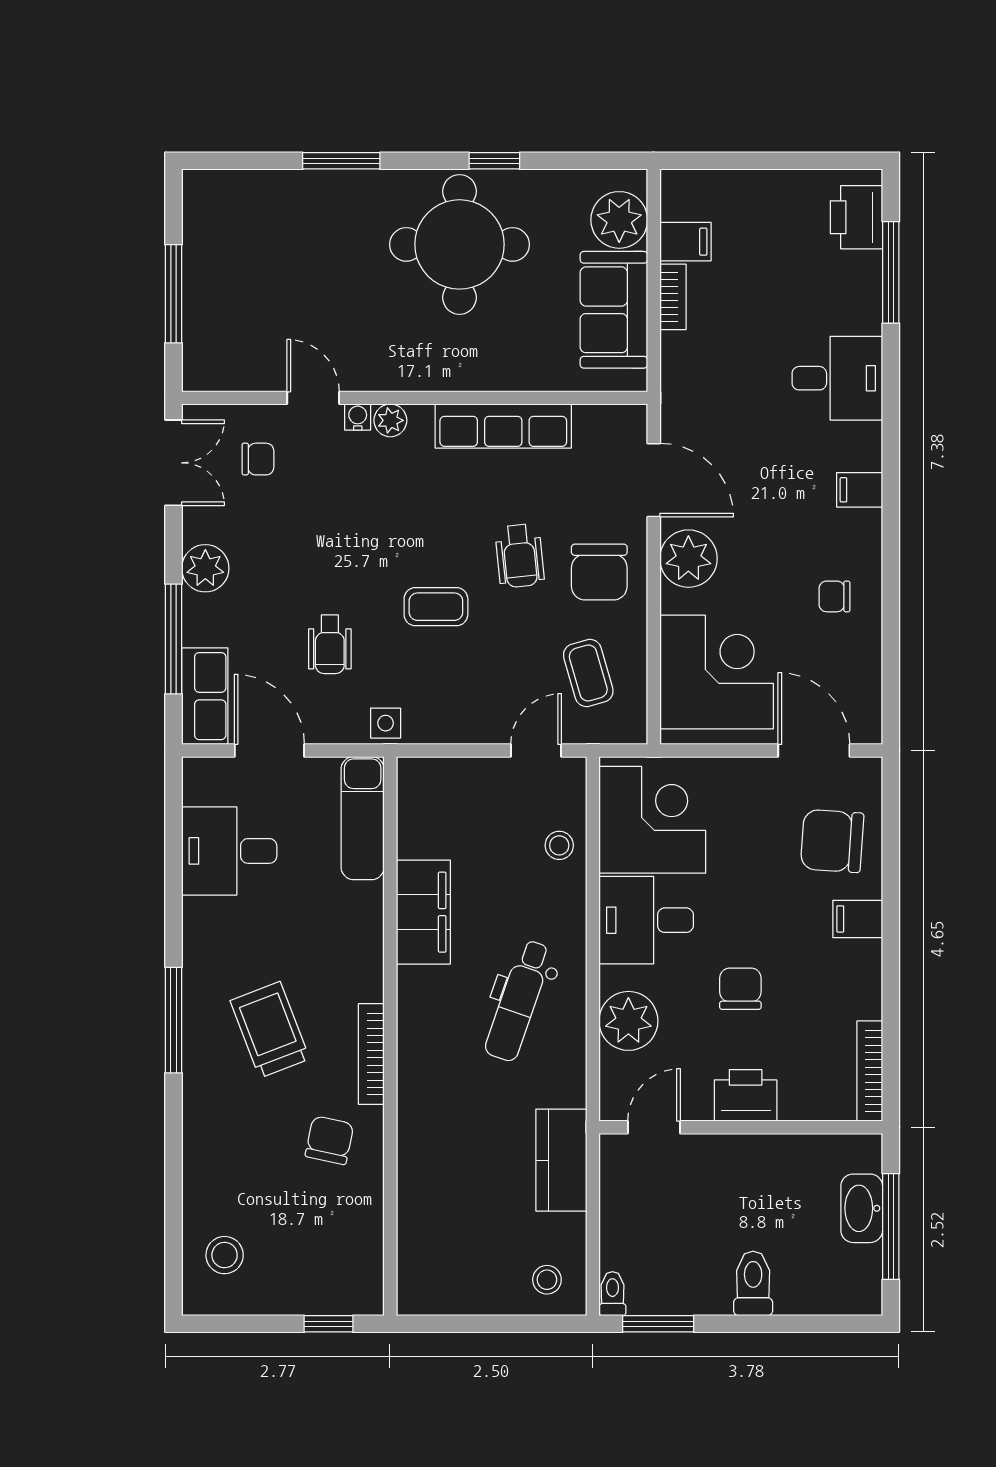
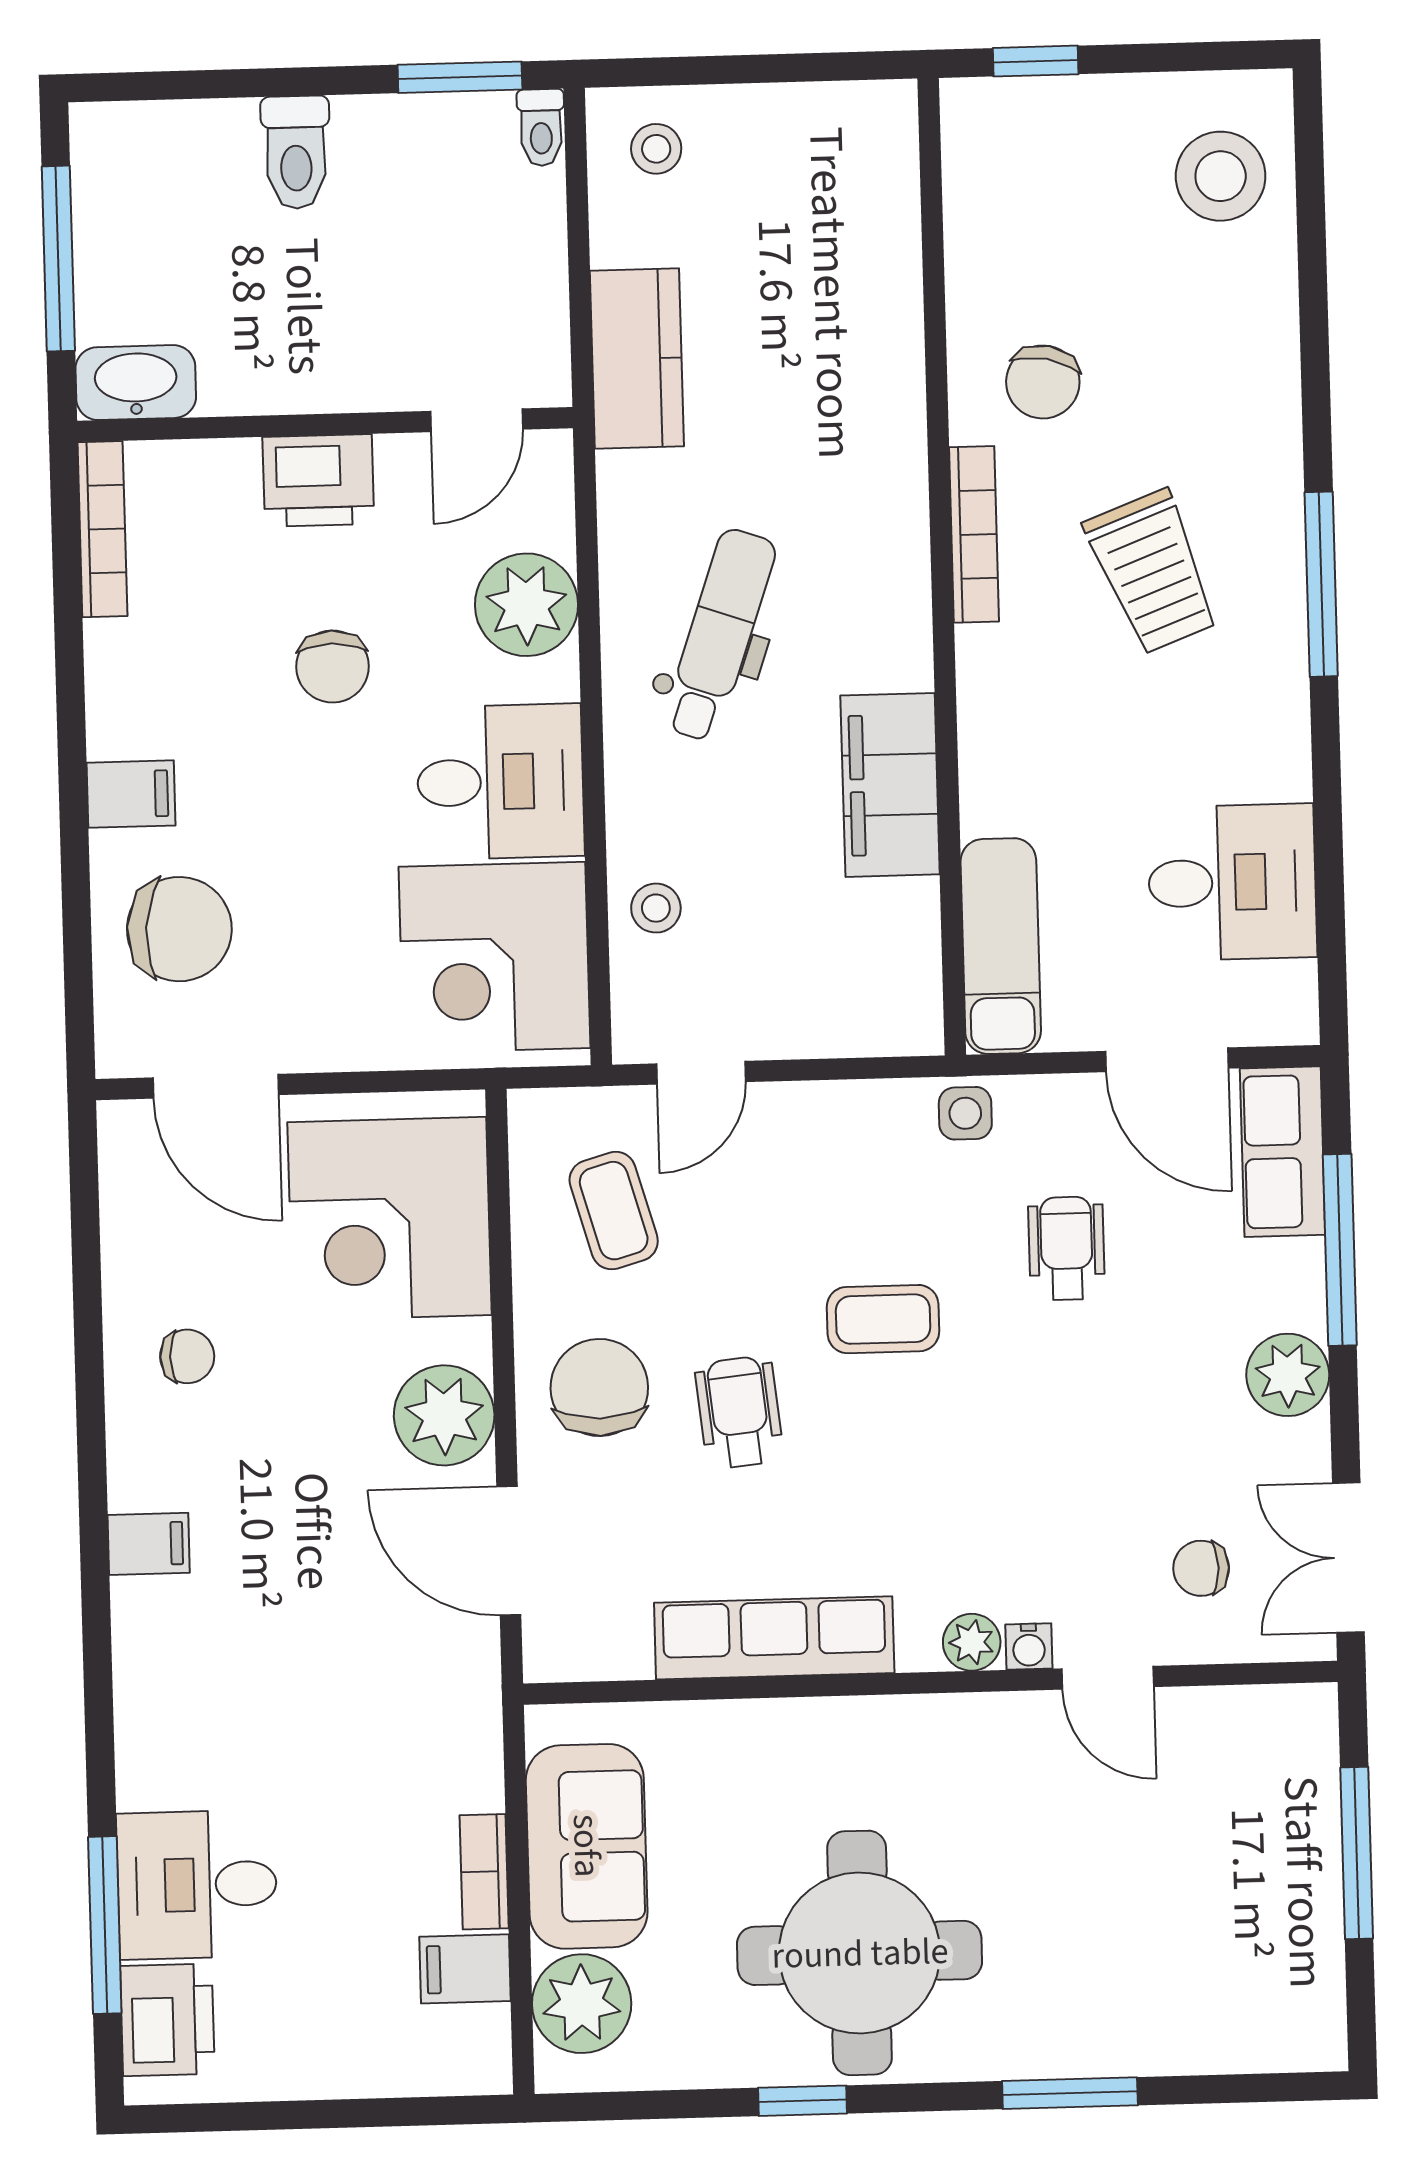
desk: (837, 378) -> (197, 1885), moved
washbasin: (862, 1208) -> (136, 383), moved, turned -90
stool: (225, 1255) -> (1221, 176), width x1.38, depth x1.38

